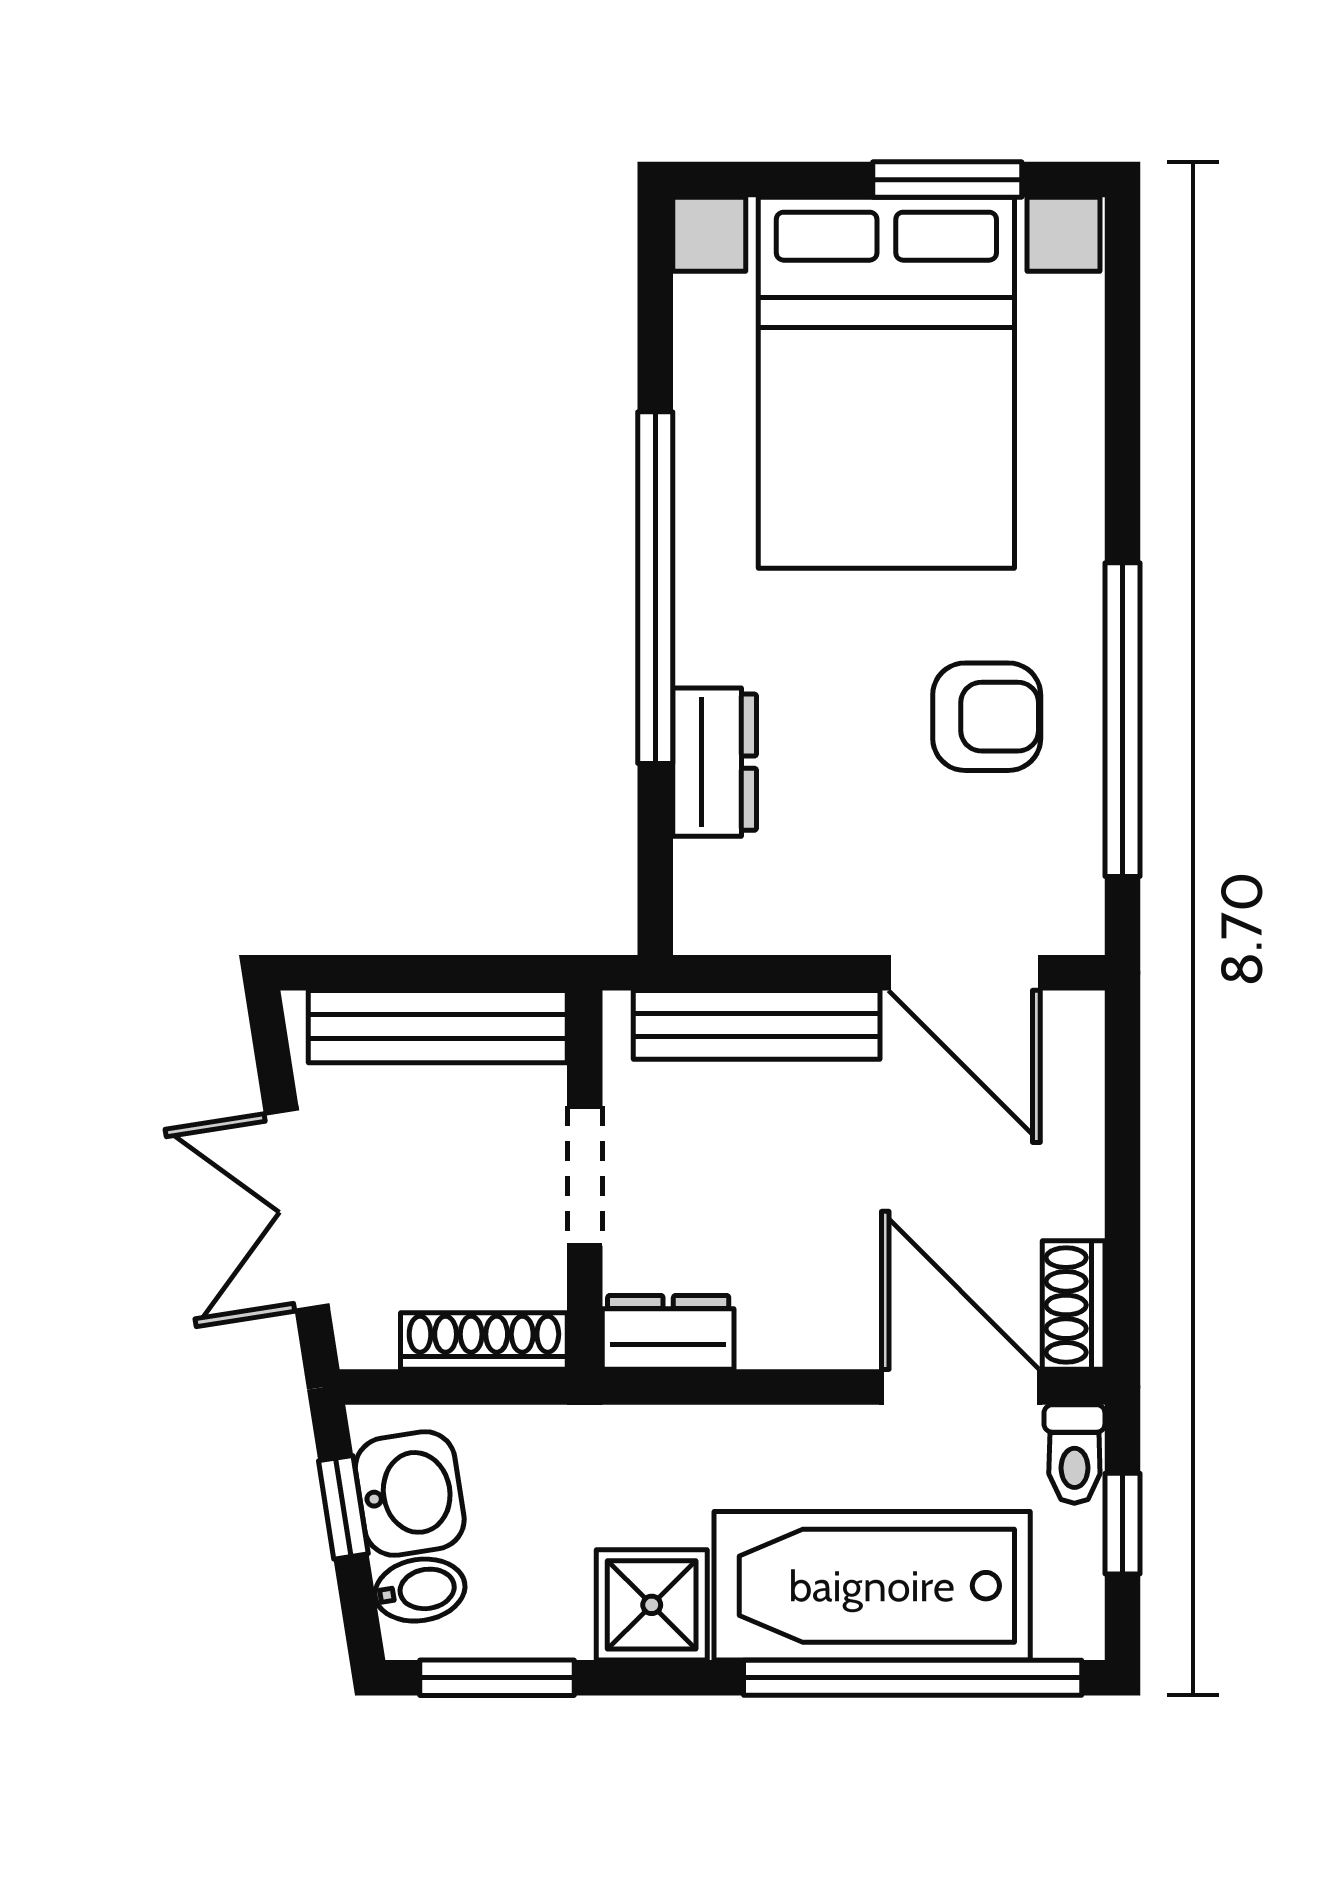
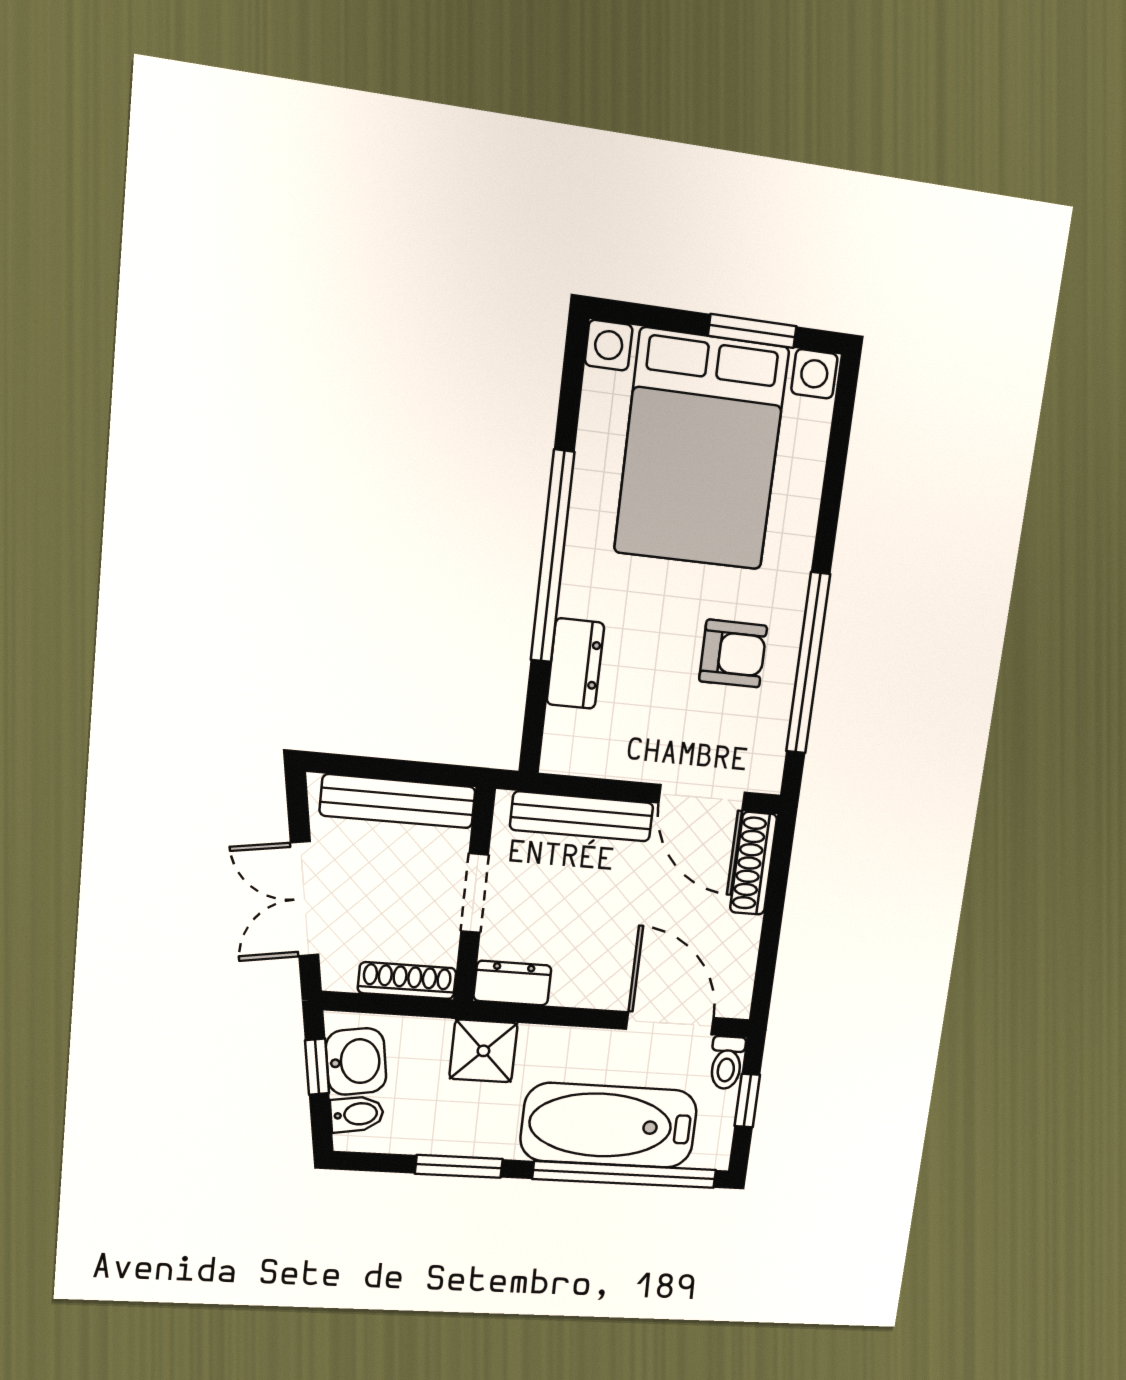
shoe rack: (1074, 1305) -> (753, 863), moved, width x1.43
shower: (652, 1605) -> (483, 1051), moved
window: (497, 1678) -> (459, 1166), moved

